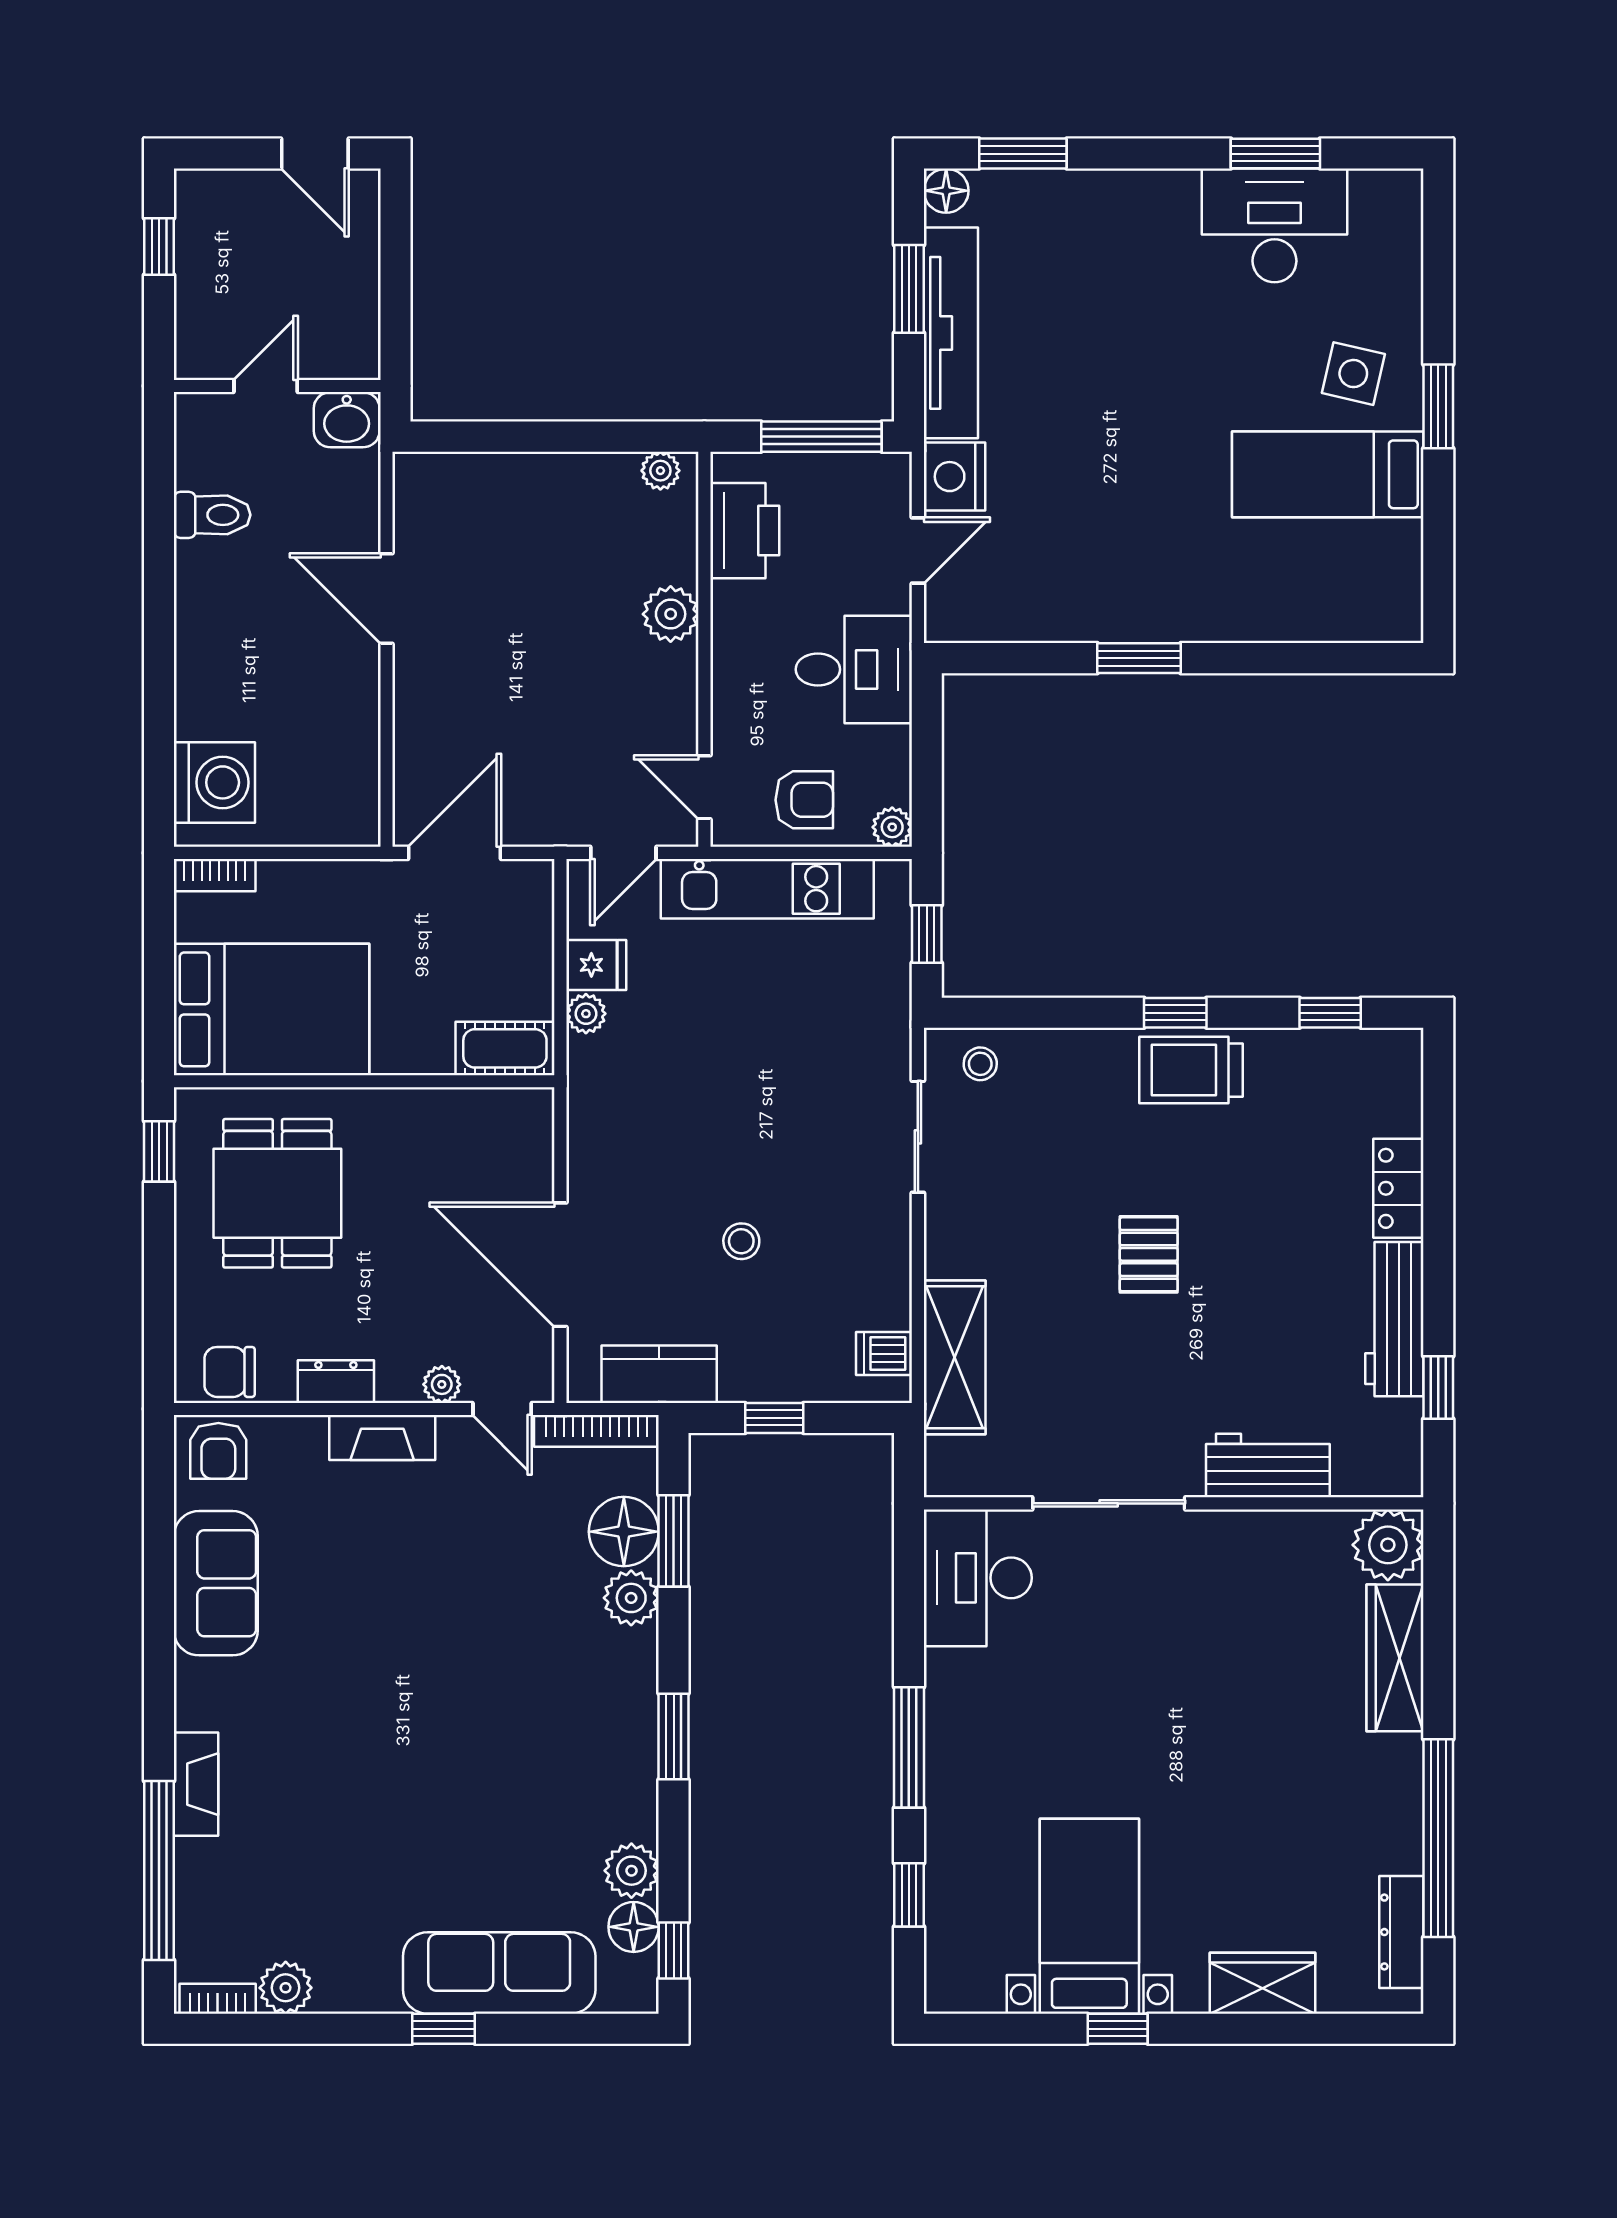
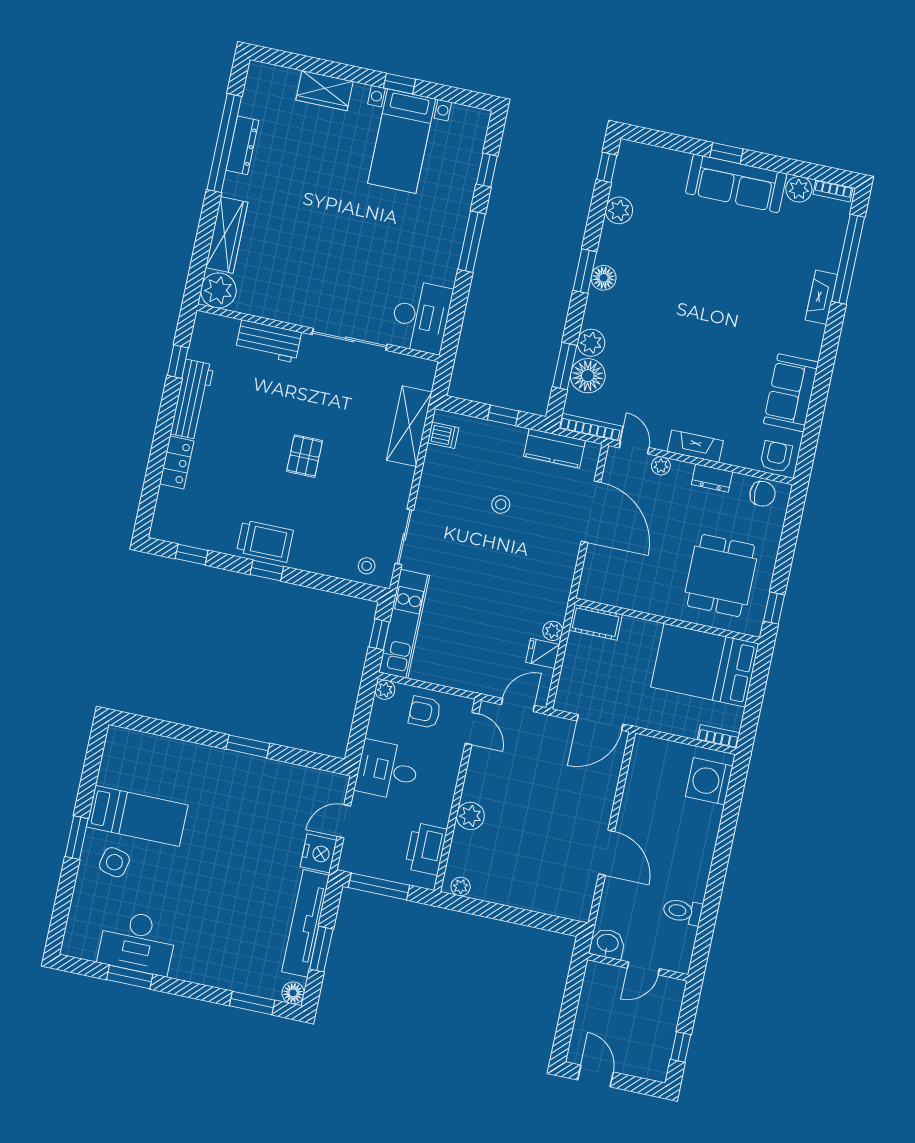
kitchen unit: (767, 889) -> (404, 624), moved, turned 90
floor lamp: (634, 1927) -> (604, 278), moved
dresser: (1401, 1932) -> (242, 145), moved
sofa: (499, 1973) -> (736, 183), moved

